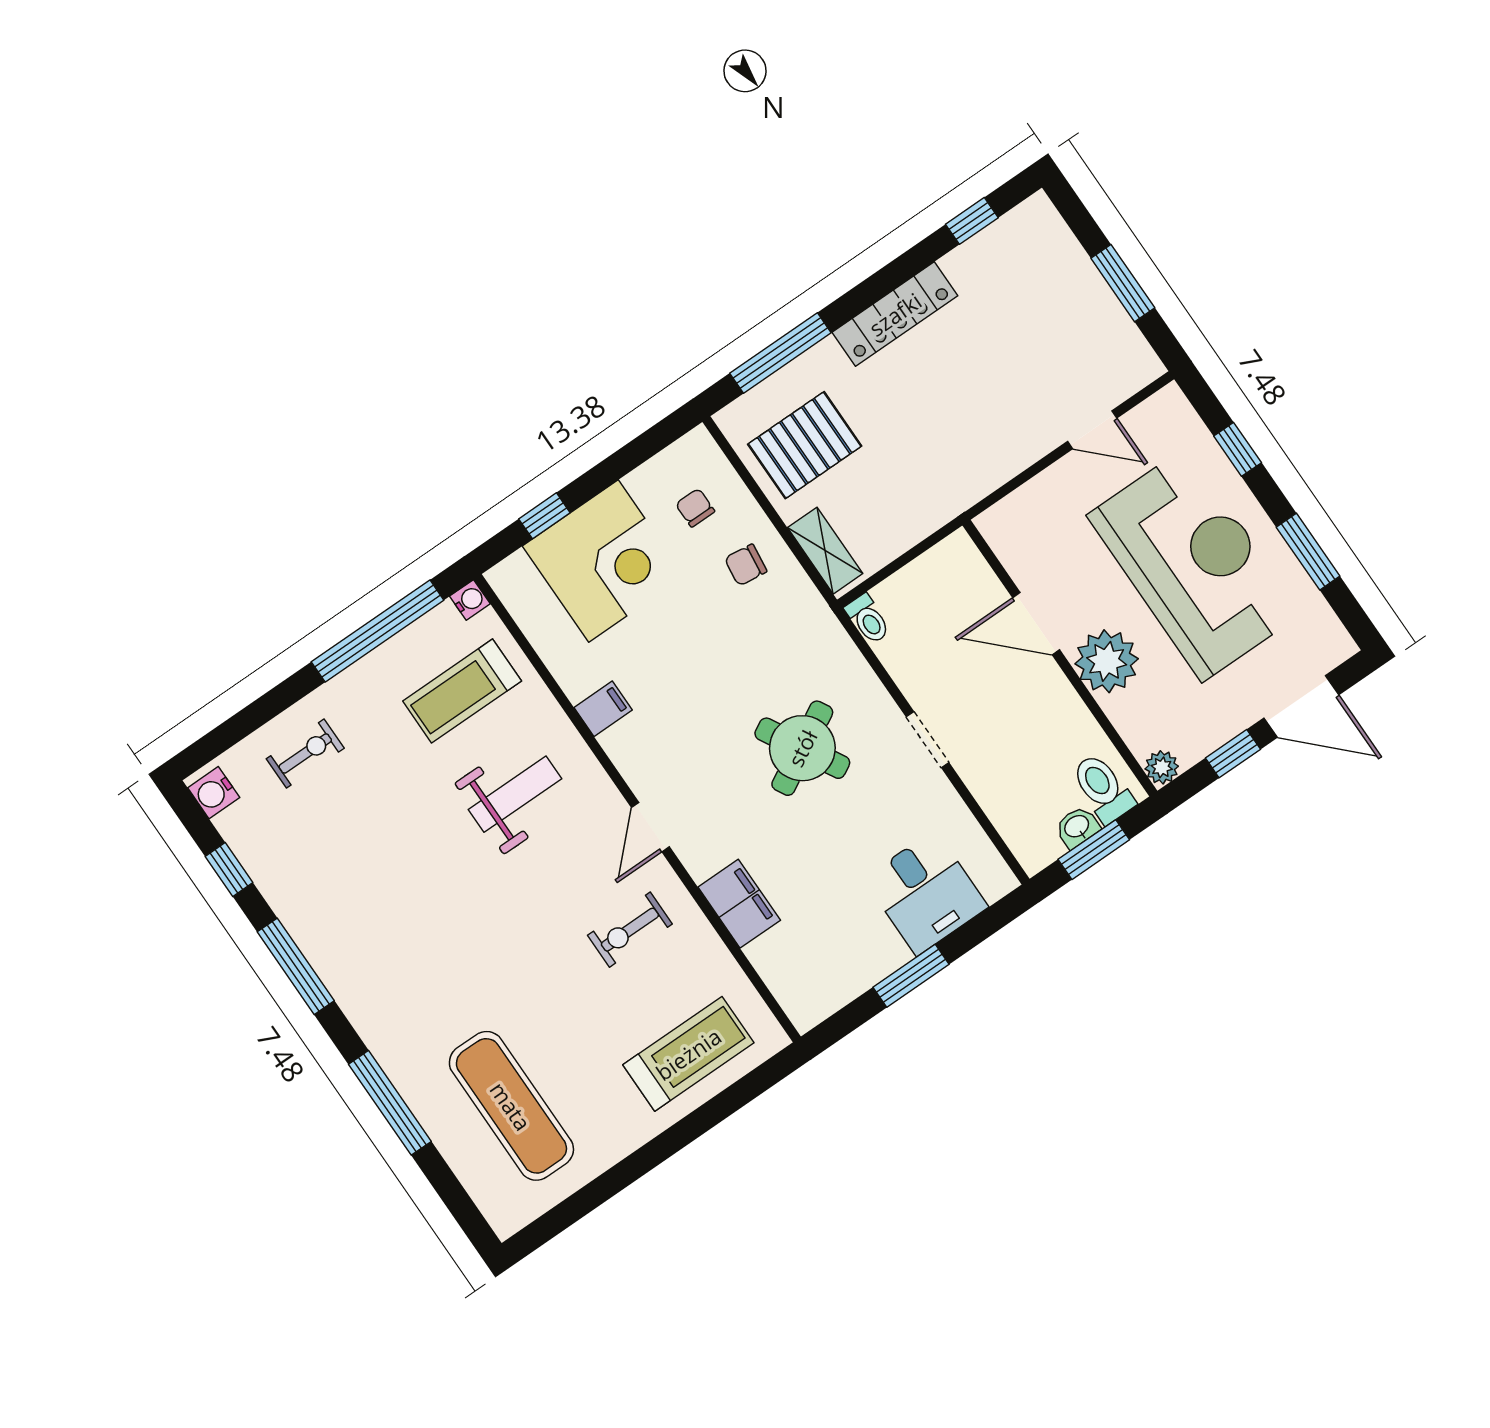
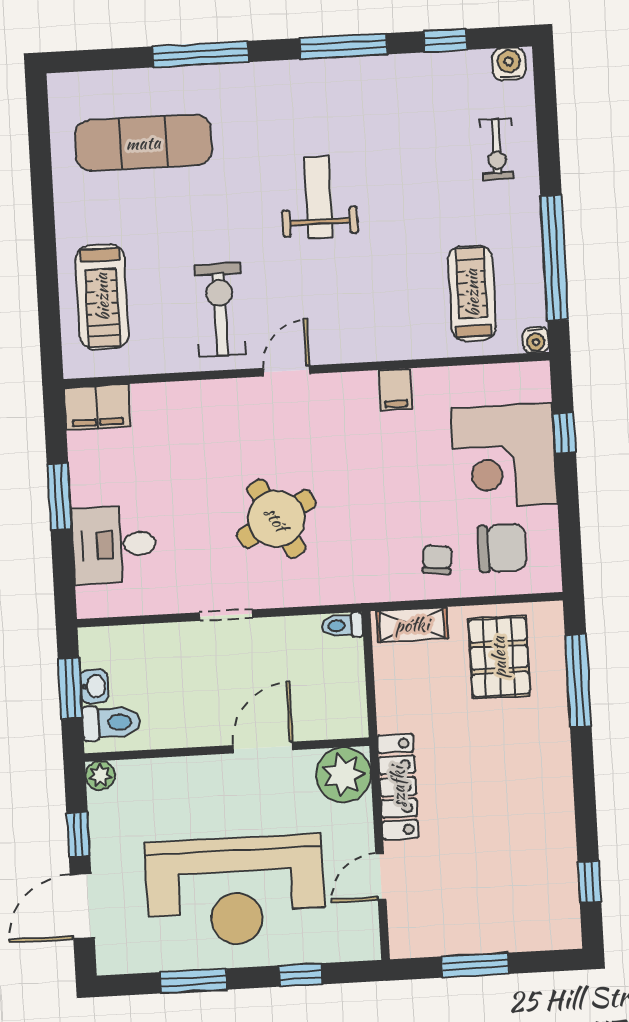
locker: (895, 314) -> (398, 787), moved, turned 180
chair: (695, 508) -> (502, 548), width x1.87, depth x1.87
plant: (1107, 661) -> (343, 775), moved
weight bench: (515, 794) -> (319, 197), moved, turned 180
door: (650, 827) -> (287, 371), hinge flipped
filing cabinet: (739, 904) -> (97, 407), moved
exercise bike: (630, 930) -> (220, 310), width x1.38, depth x1.39

